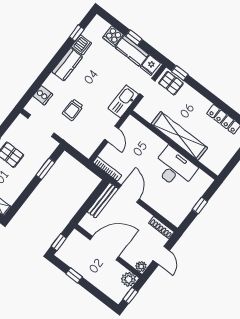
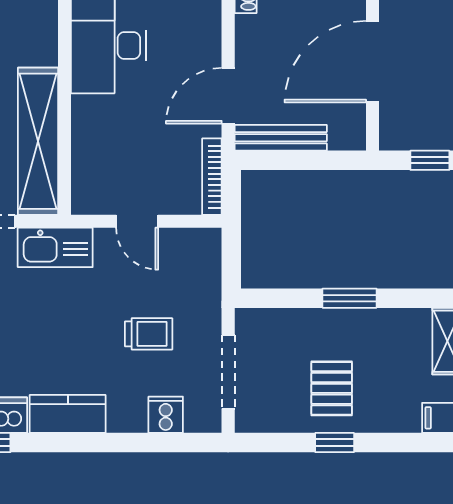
door: (111, 134) -> (137, 221), swing flipped
shelving: (179, 136) -> (38, 141), moved
window: (45, 169) -> (349, 298), moved
door: (104, 248) -> (372, 62), hinge flipped

